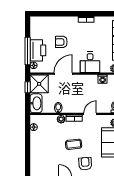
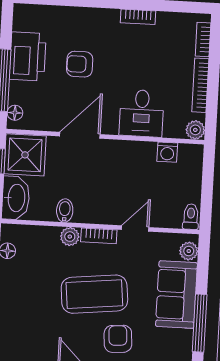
printer: (38, 50) -> (28, 56), moved
coffee table: (74, 144) -> (94, 294), width x1.86, depth x1.72

